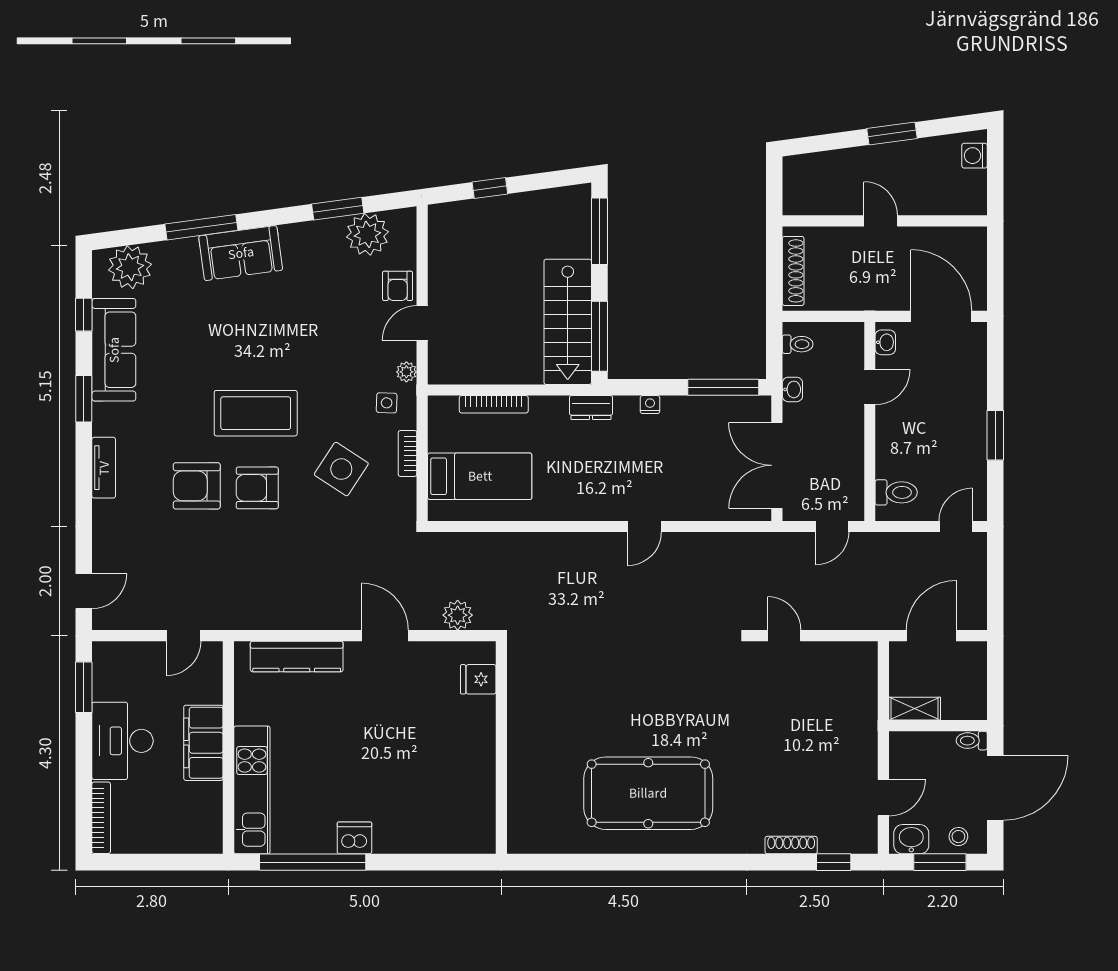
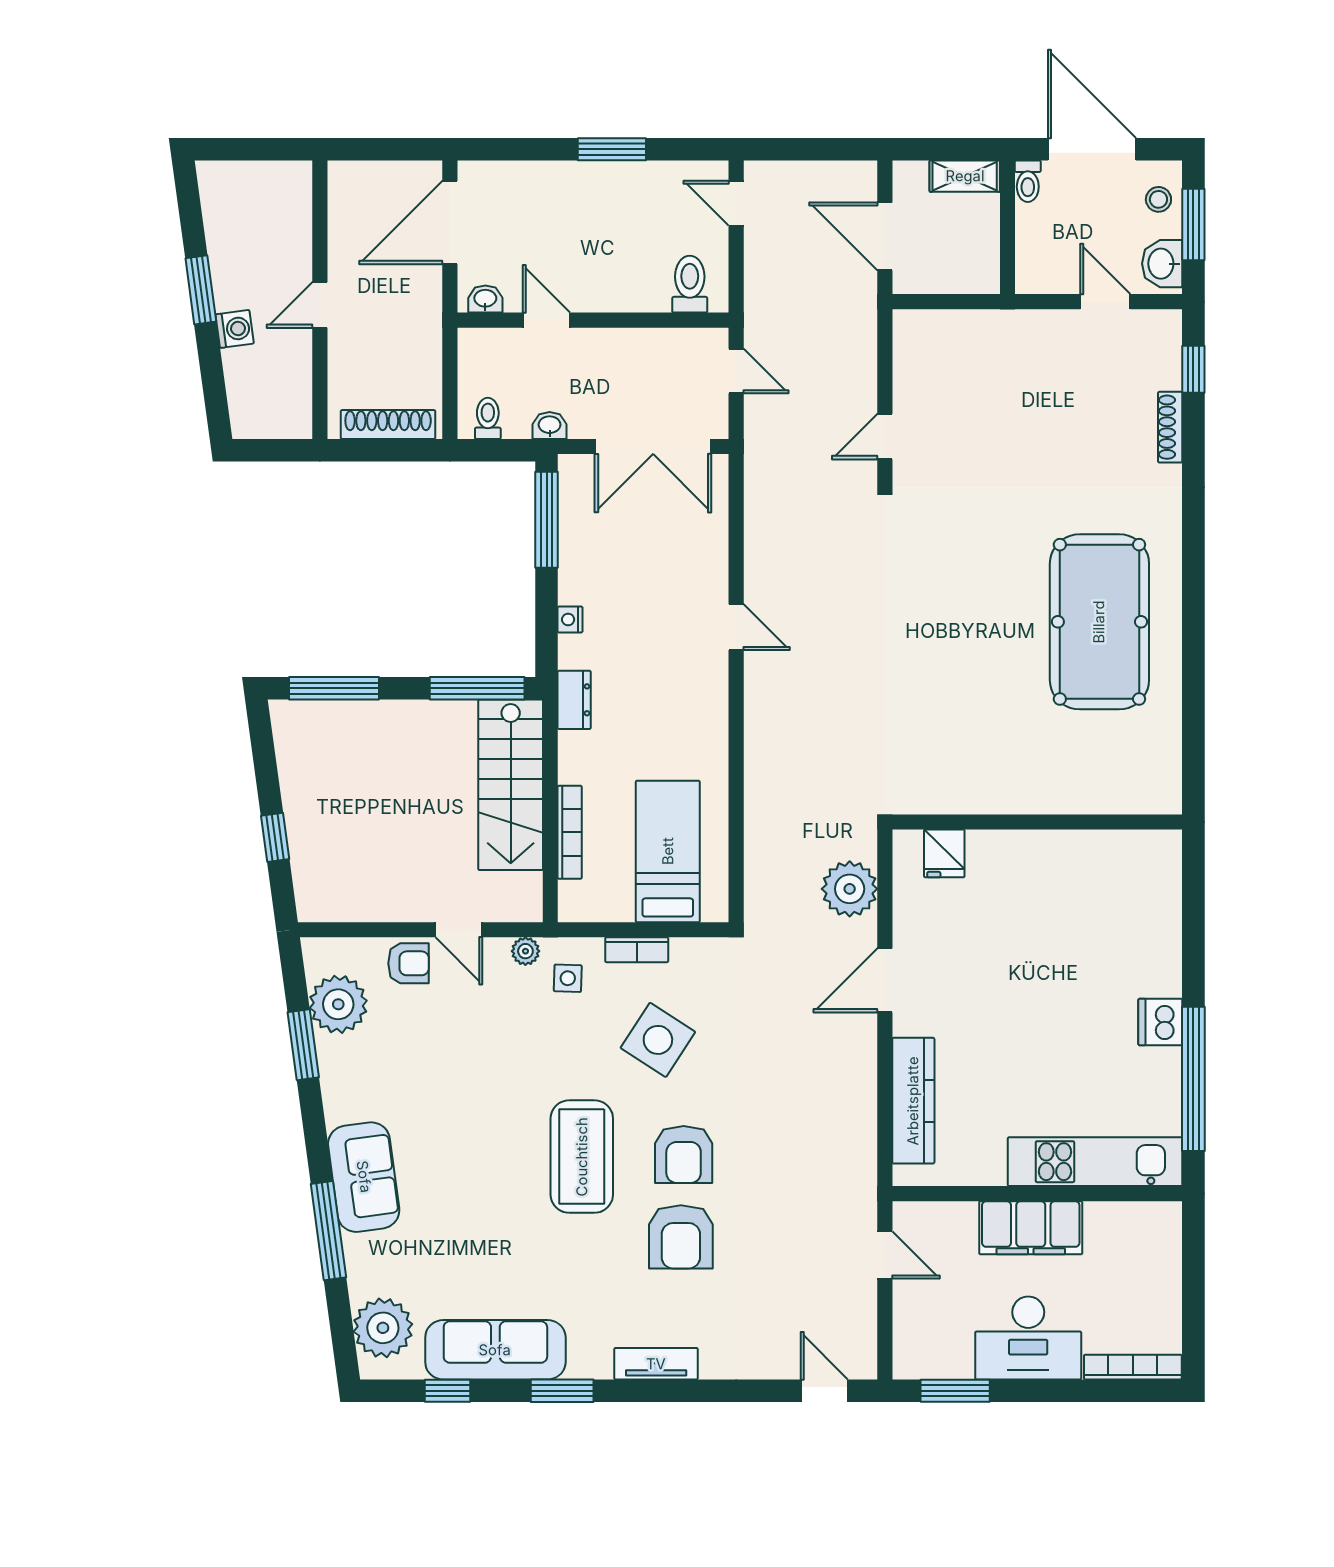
washing machine: (975, 156) -> (235, 329), moved, turned -98
stairs: (568, 322) -> (511, 785), moved, turned 90
plant: (458, 615) -> (850, 889), width x1.36, depth x1.36
shelving: (915, 709) -> (965, 176), moved, turned 90

